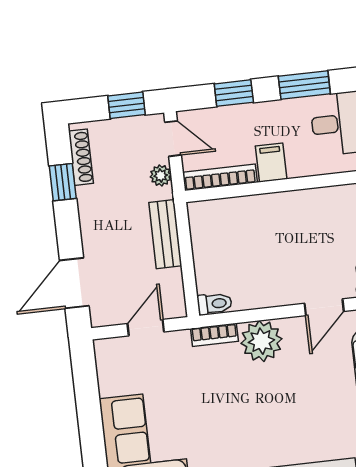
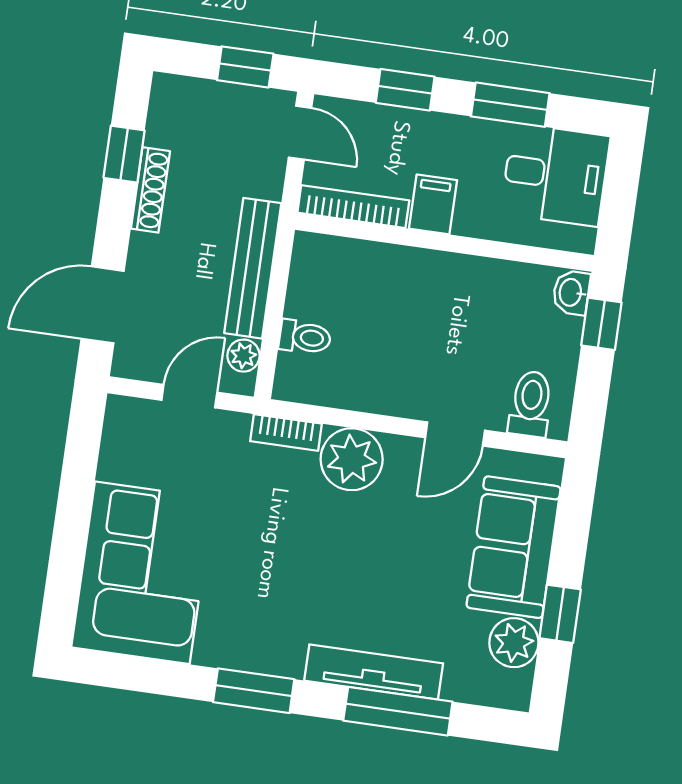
shoe rack: (81, 157) -> (150, 190), moved
plant: (161, 176) -> (243, 356), moved
bench: (165, 234) -> (253, 268), width x1.36
toilet: (214, 304) -> (305, 337), moved

